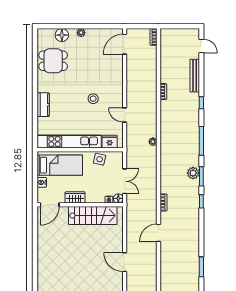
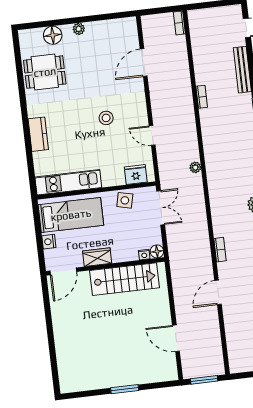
door: (125, 44) -> (144, 63), moved
kitchen unit: (69, 142) -> (68, 182), width x0.73
double door: (125, 181) -> (161, 208), moved

